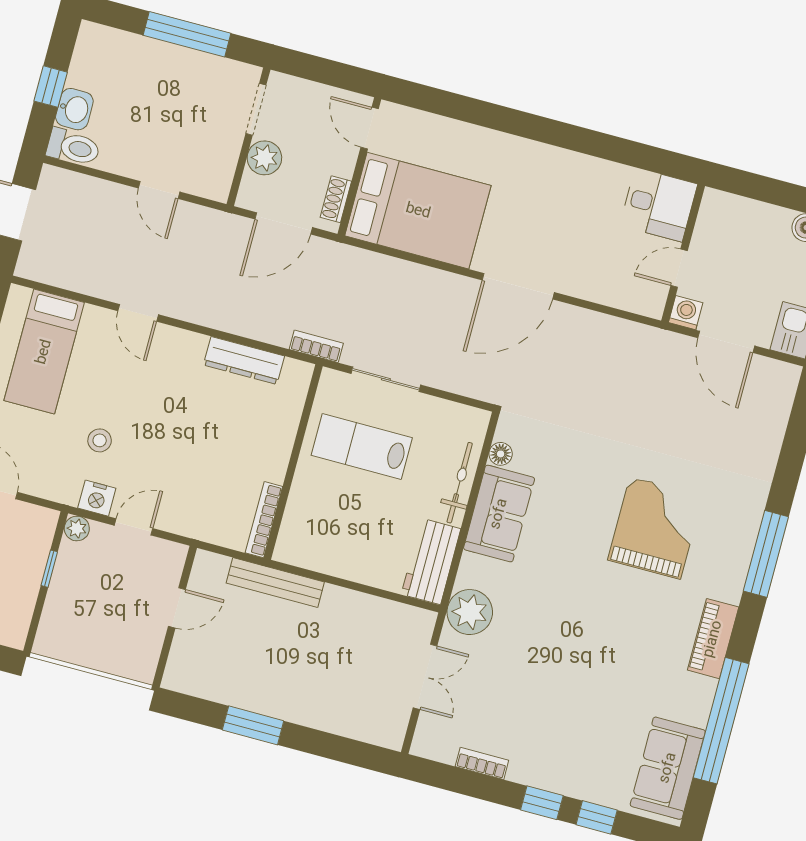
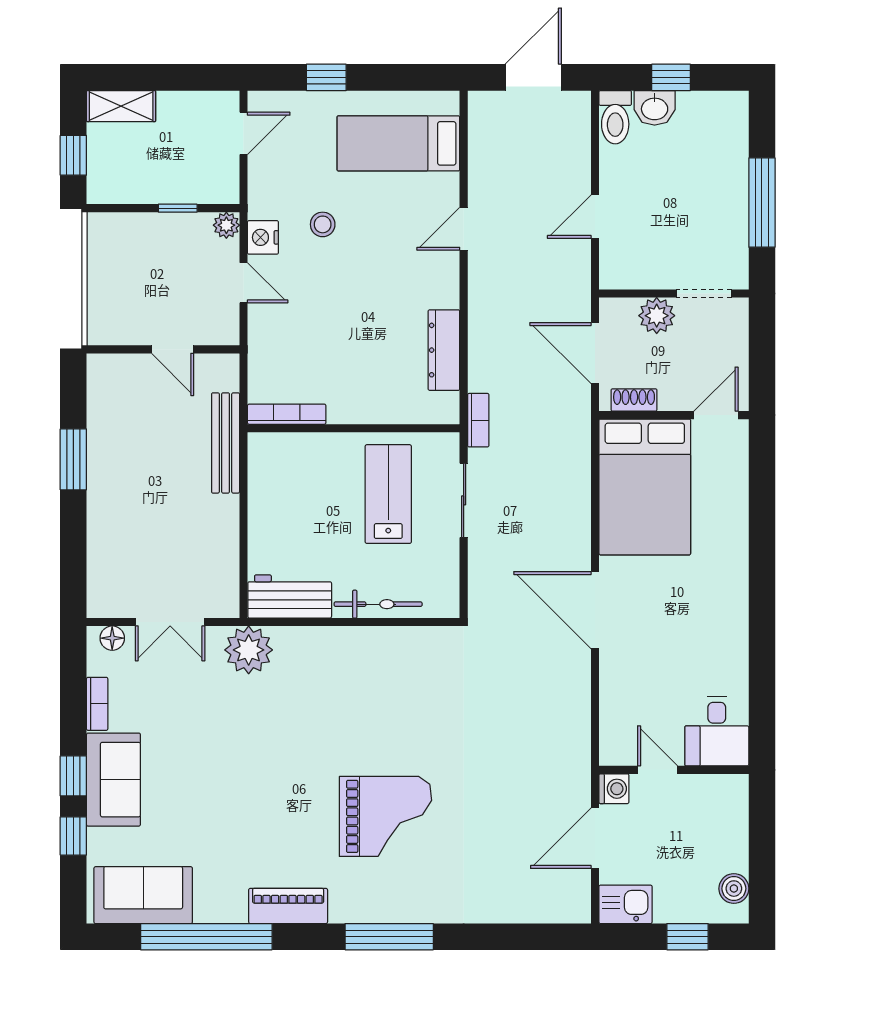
floor lamp: (501, 454) -> (112, 638), moved
sofa: (499, 514) -> (113, 780), moved, turned -90

